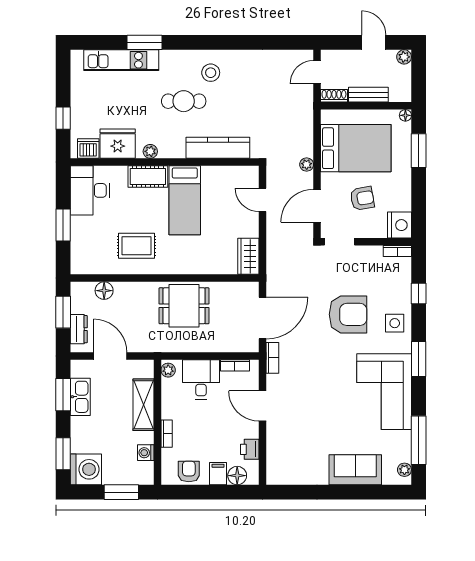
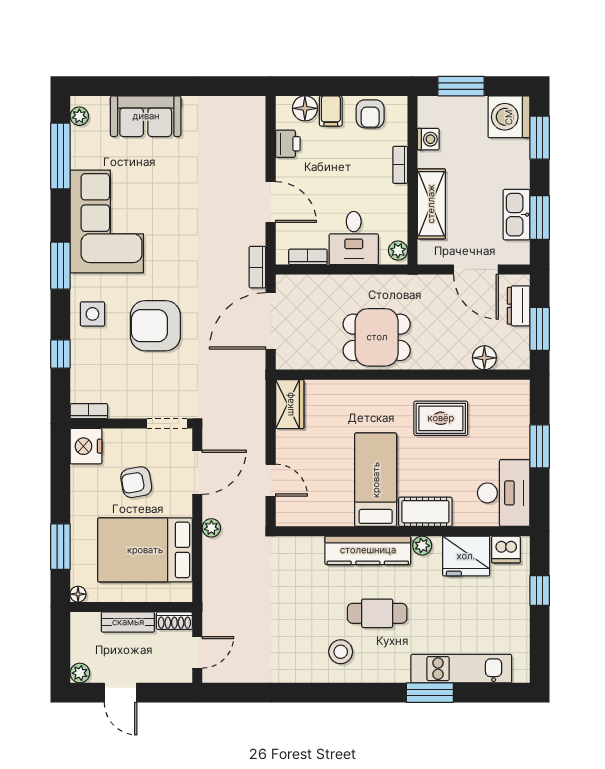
kitchen counter: (218, 148) -> (368, 550), moved

